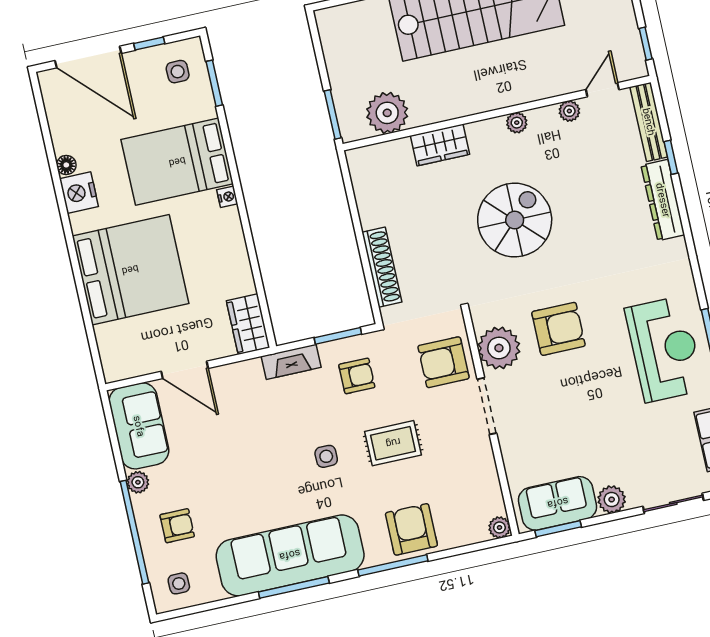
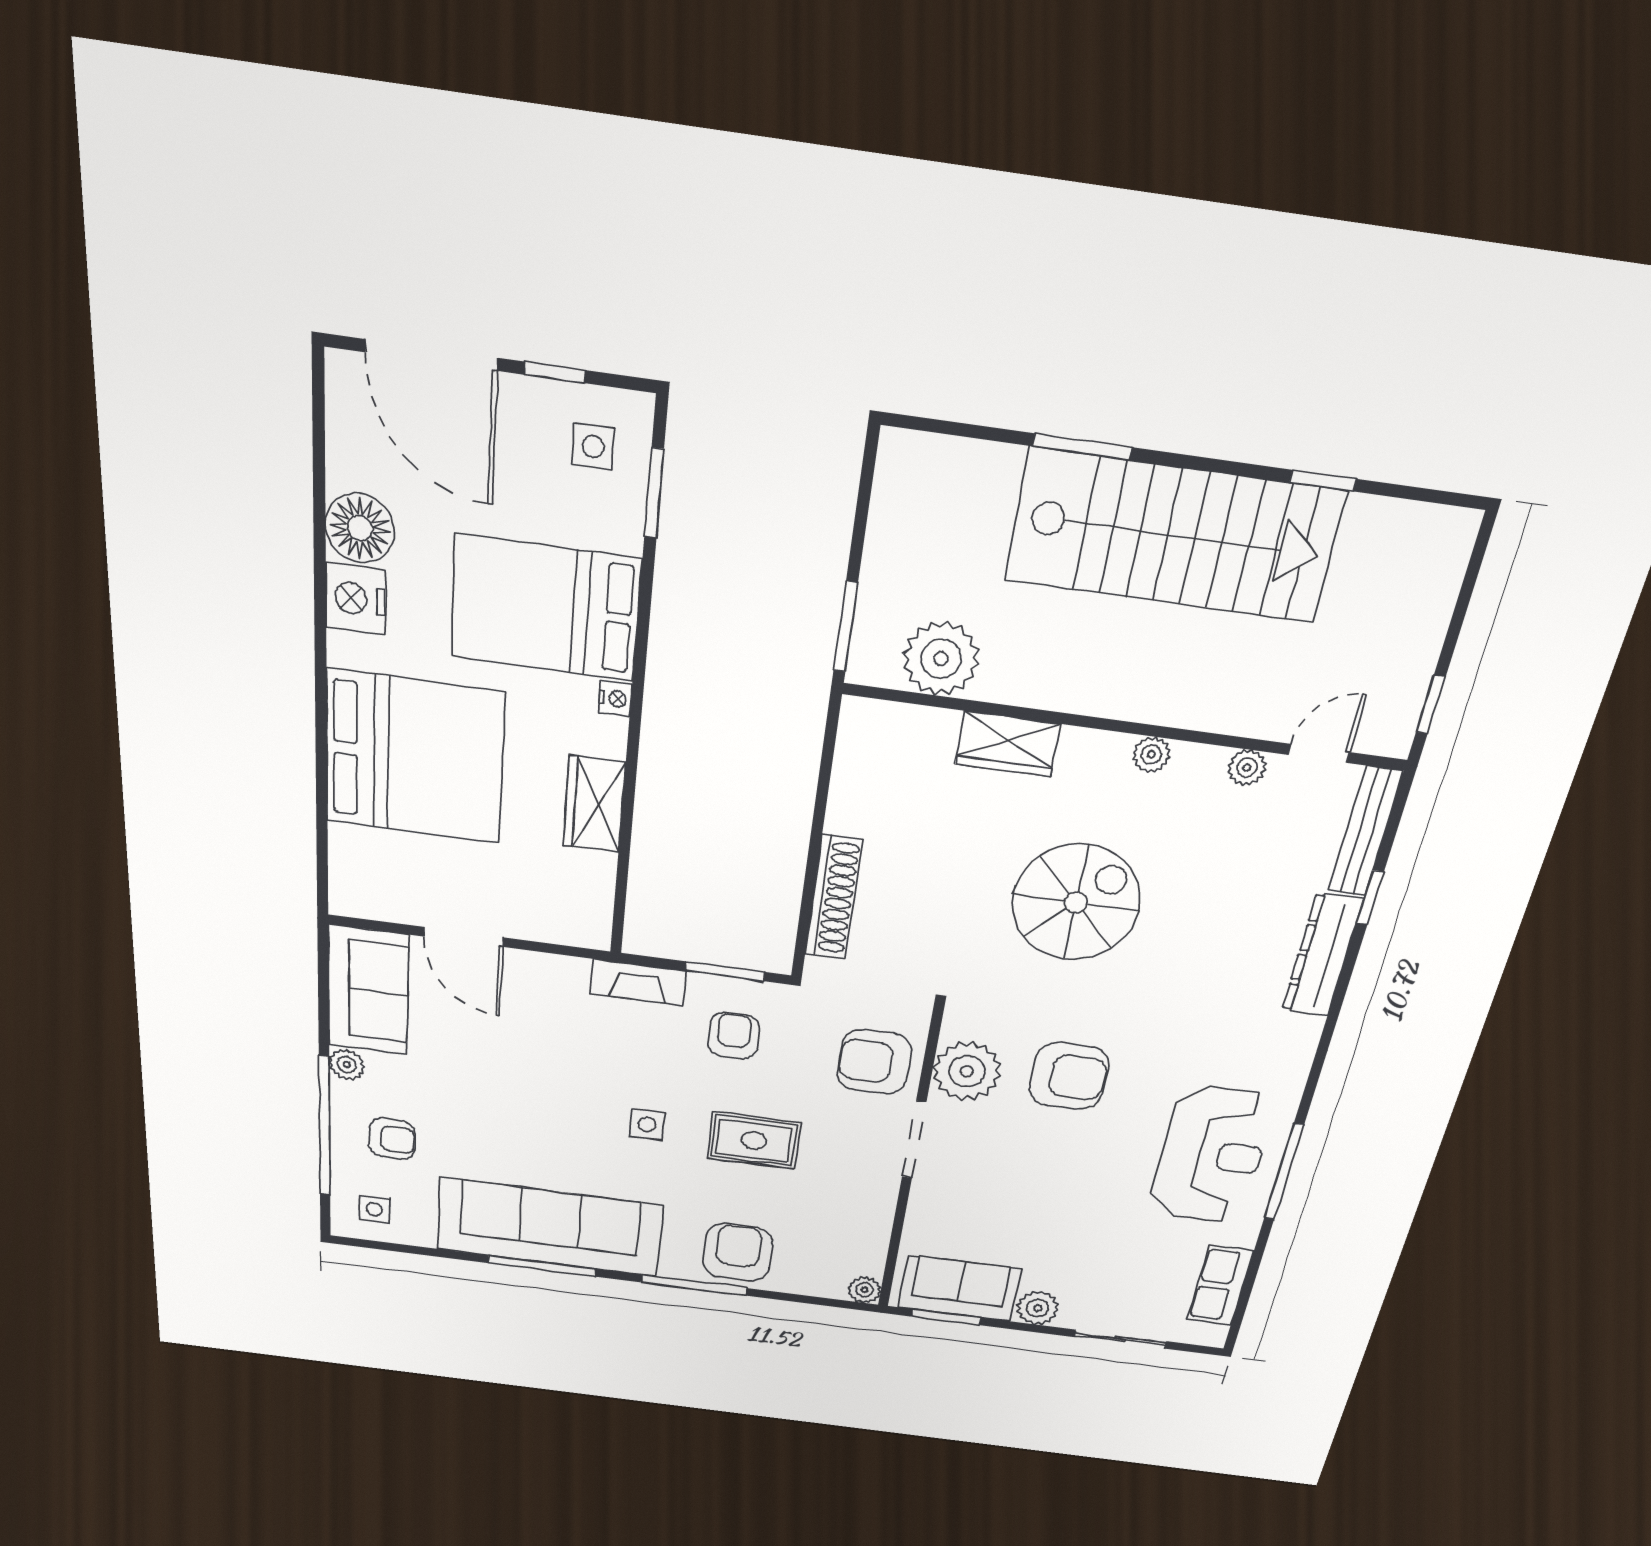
floor lamp: (66, 165) -> (360, 528), width x1.89, depth x1.89
wardrobe: (248, 324) -> (594, 804), moved
armchair: (357, 376) -> (734, 1036), turned -90

